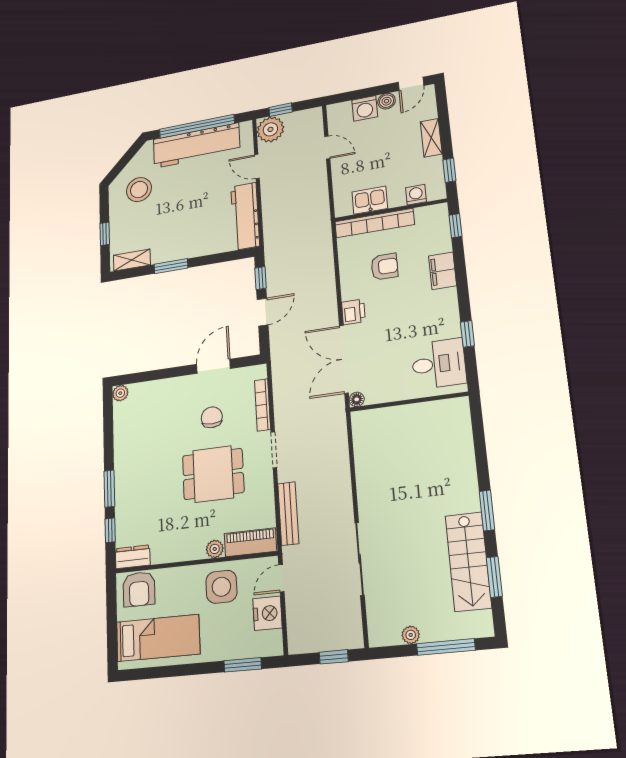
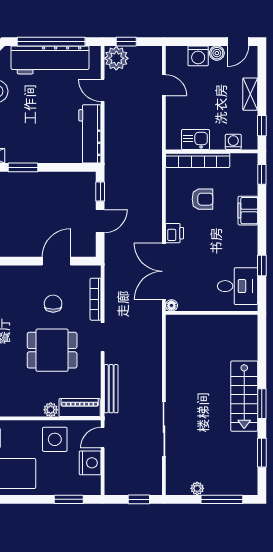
stairs: (468, 561) -> (244, 396), moved

